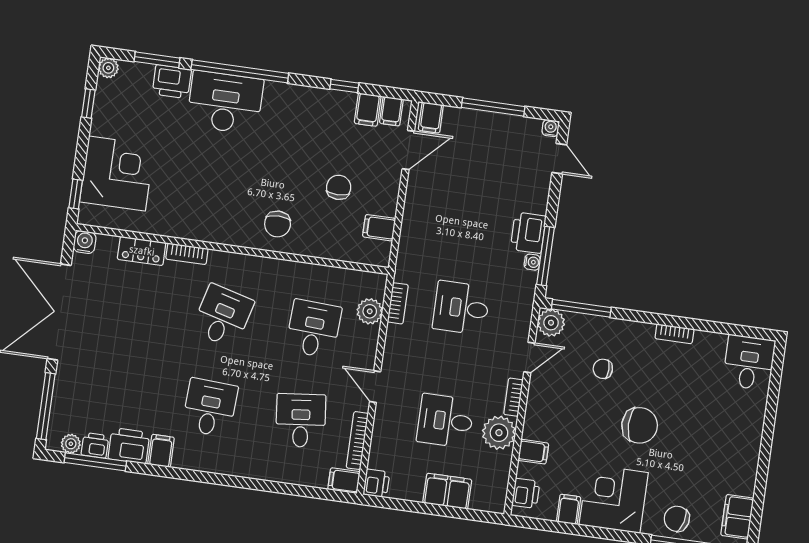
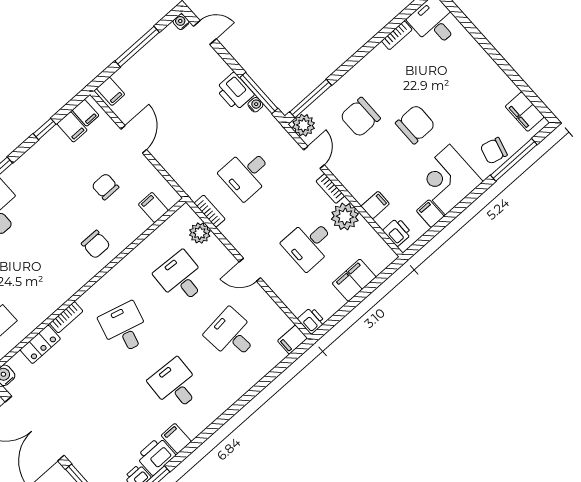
door: (408, 150) -> (134, 139), moved
filing cabinet: (379, 228) -> (153, 207), moved, turned 90
bookcase: (674, 334) -> (397, 35), moved
chair: (603, 369) -> (360, 117), width x1.87, depth x1.87
bookcase: (357, 441) -> (274, 310), removed

